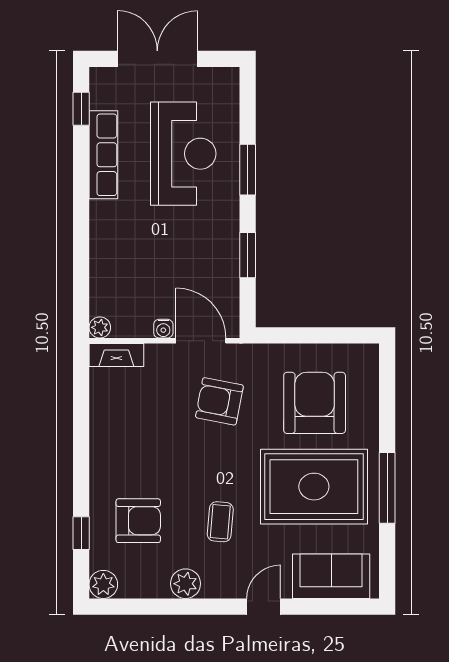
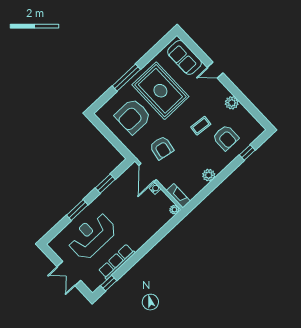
double door: (157, 59) -> (69, 274), width x0.73
window: (387, 488) -> (126, 78), moved
armchair: (138, 521) -> (226, 138), turned 180
coffee table: (220, 522) -> (201, 126), moved
plant: (103, 584) -> (209, 175), moved

